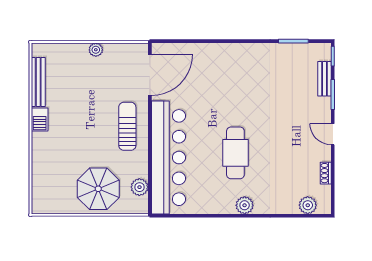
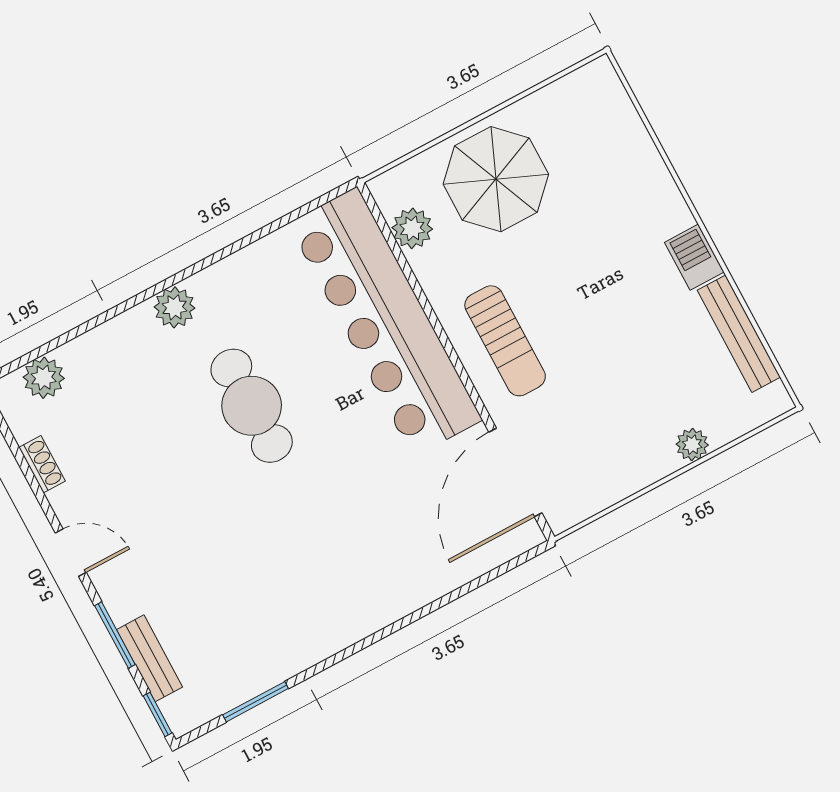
plant: (96, 50) -> (692, 445), moved

